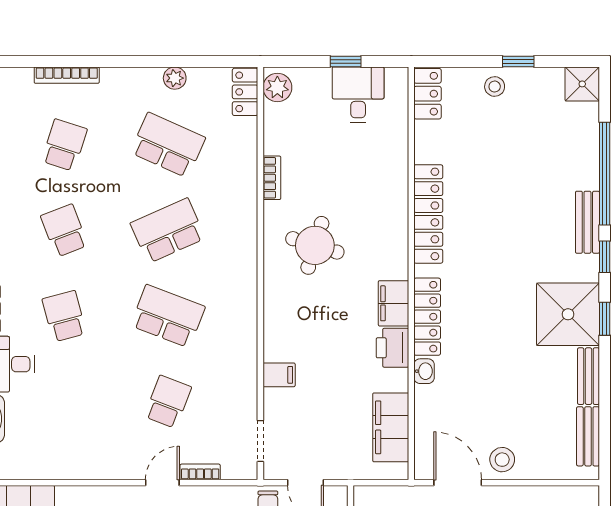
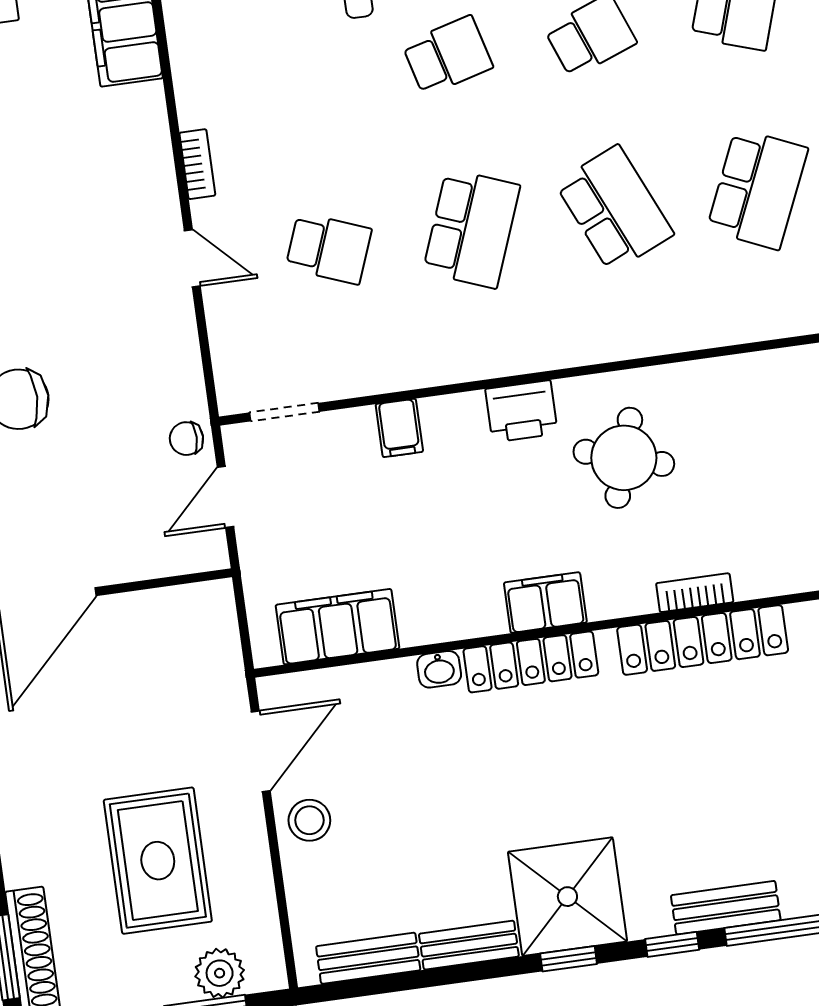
bookcase: (272, 178) -> (695, 593), moved, turned 180
printer: (393, 348) -> (521, 411), moved, turned 180
bookcase: (200, 472) -> (197, 164), moved

